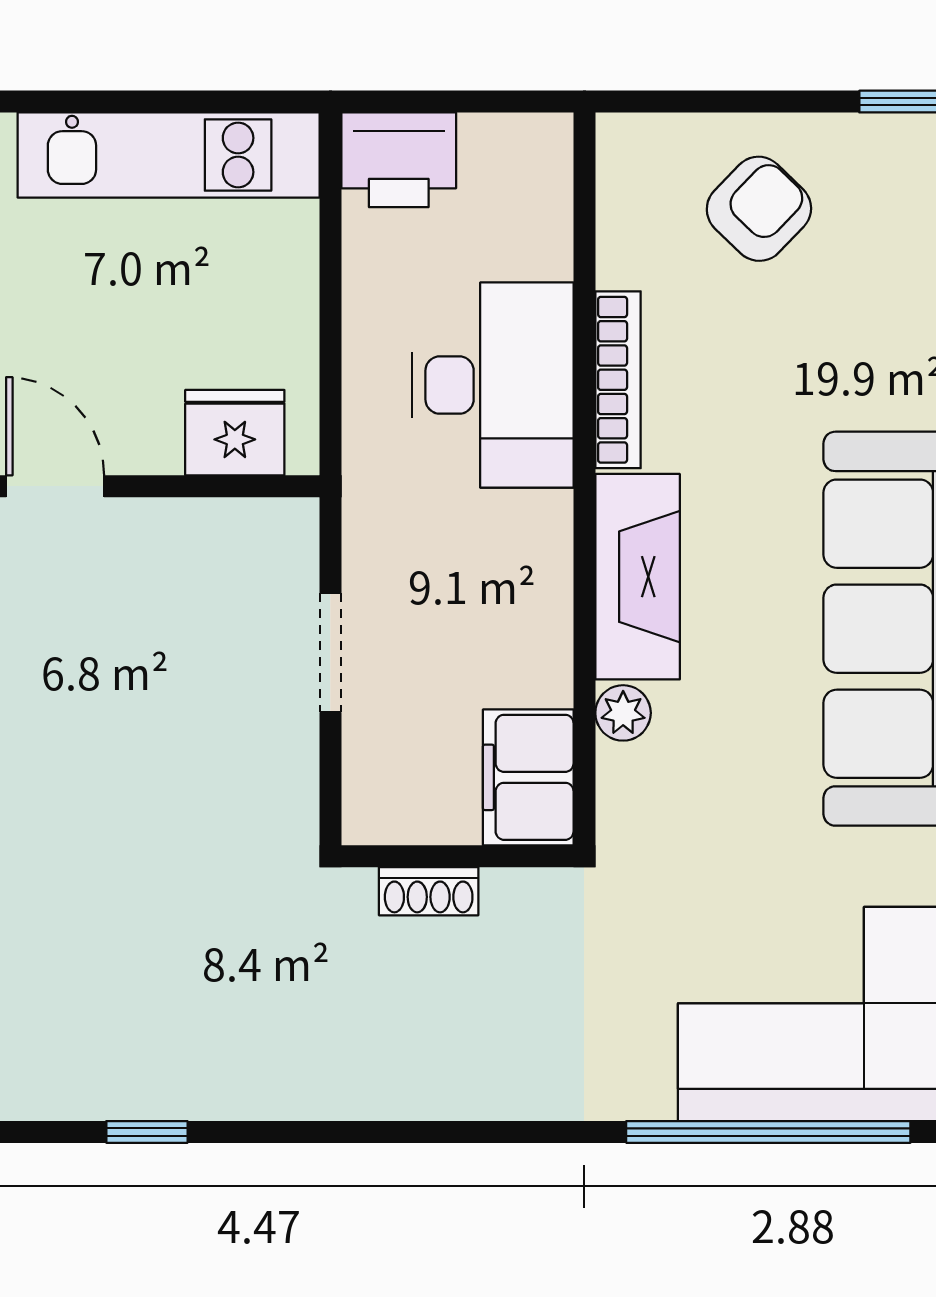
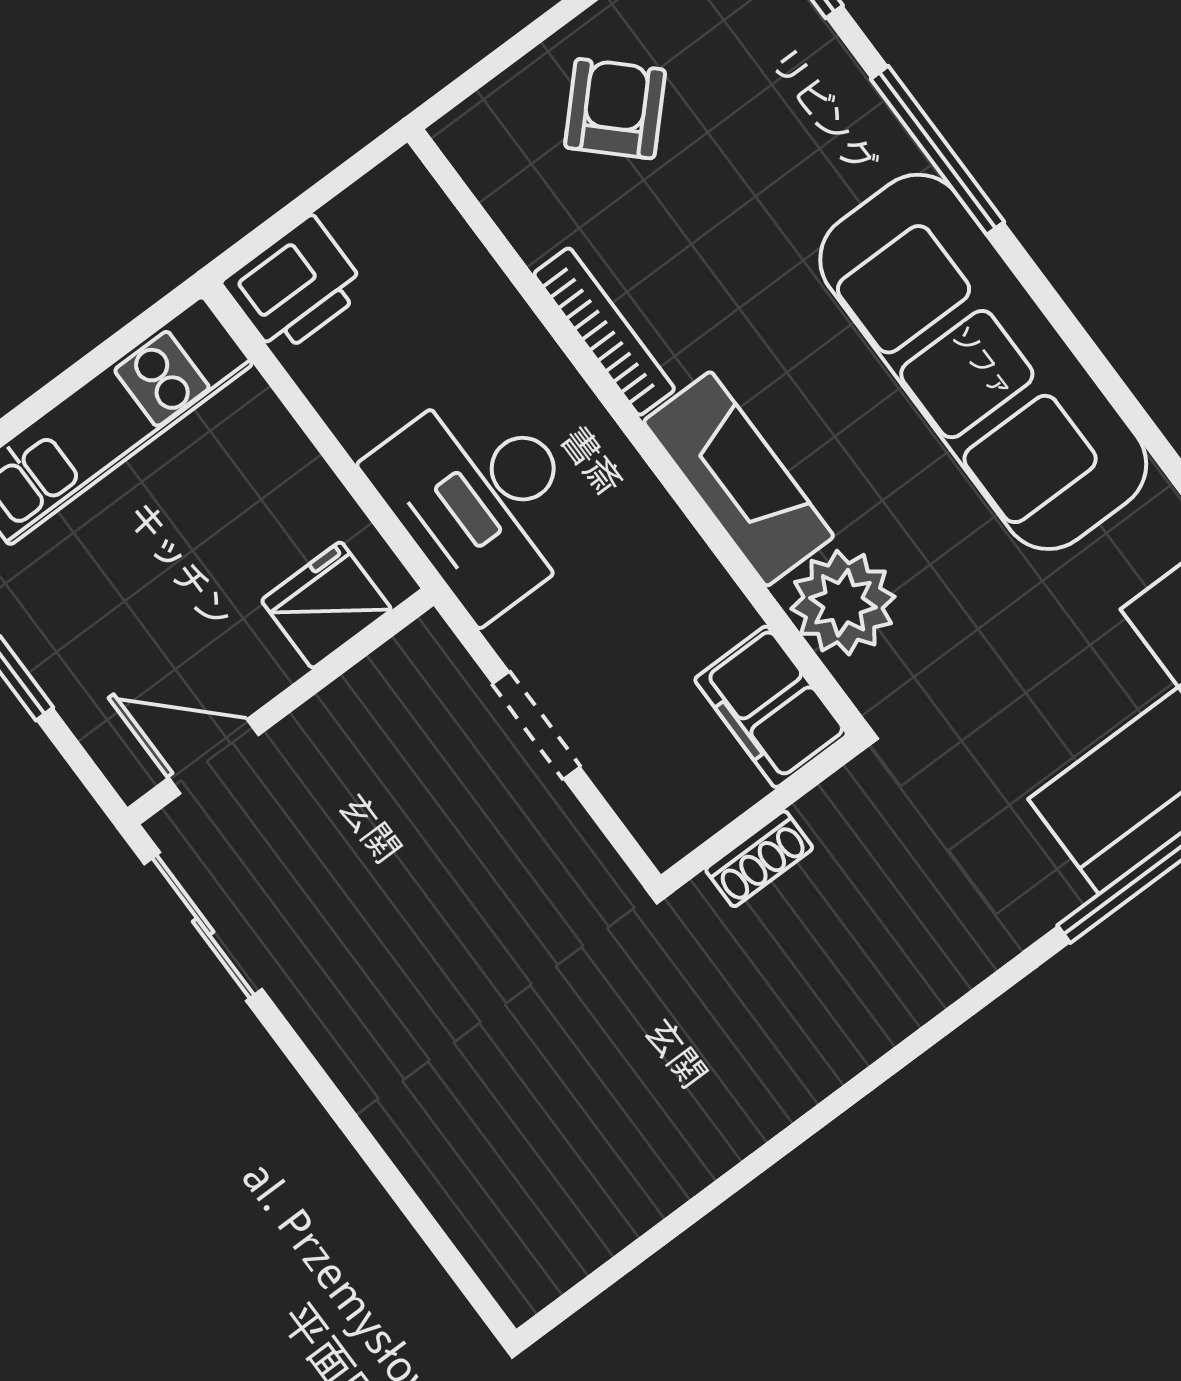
desk: (493, 385) -> (482, 499), moved, turned 180
plant: (623, 713) -> (843, 603), width x1.87, depth x1.87
window: (147, 1132) -> (677, 1223), removed

